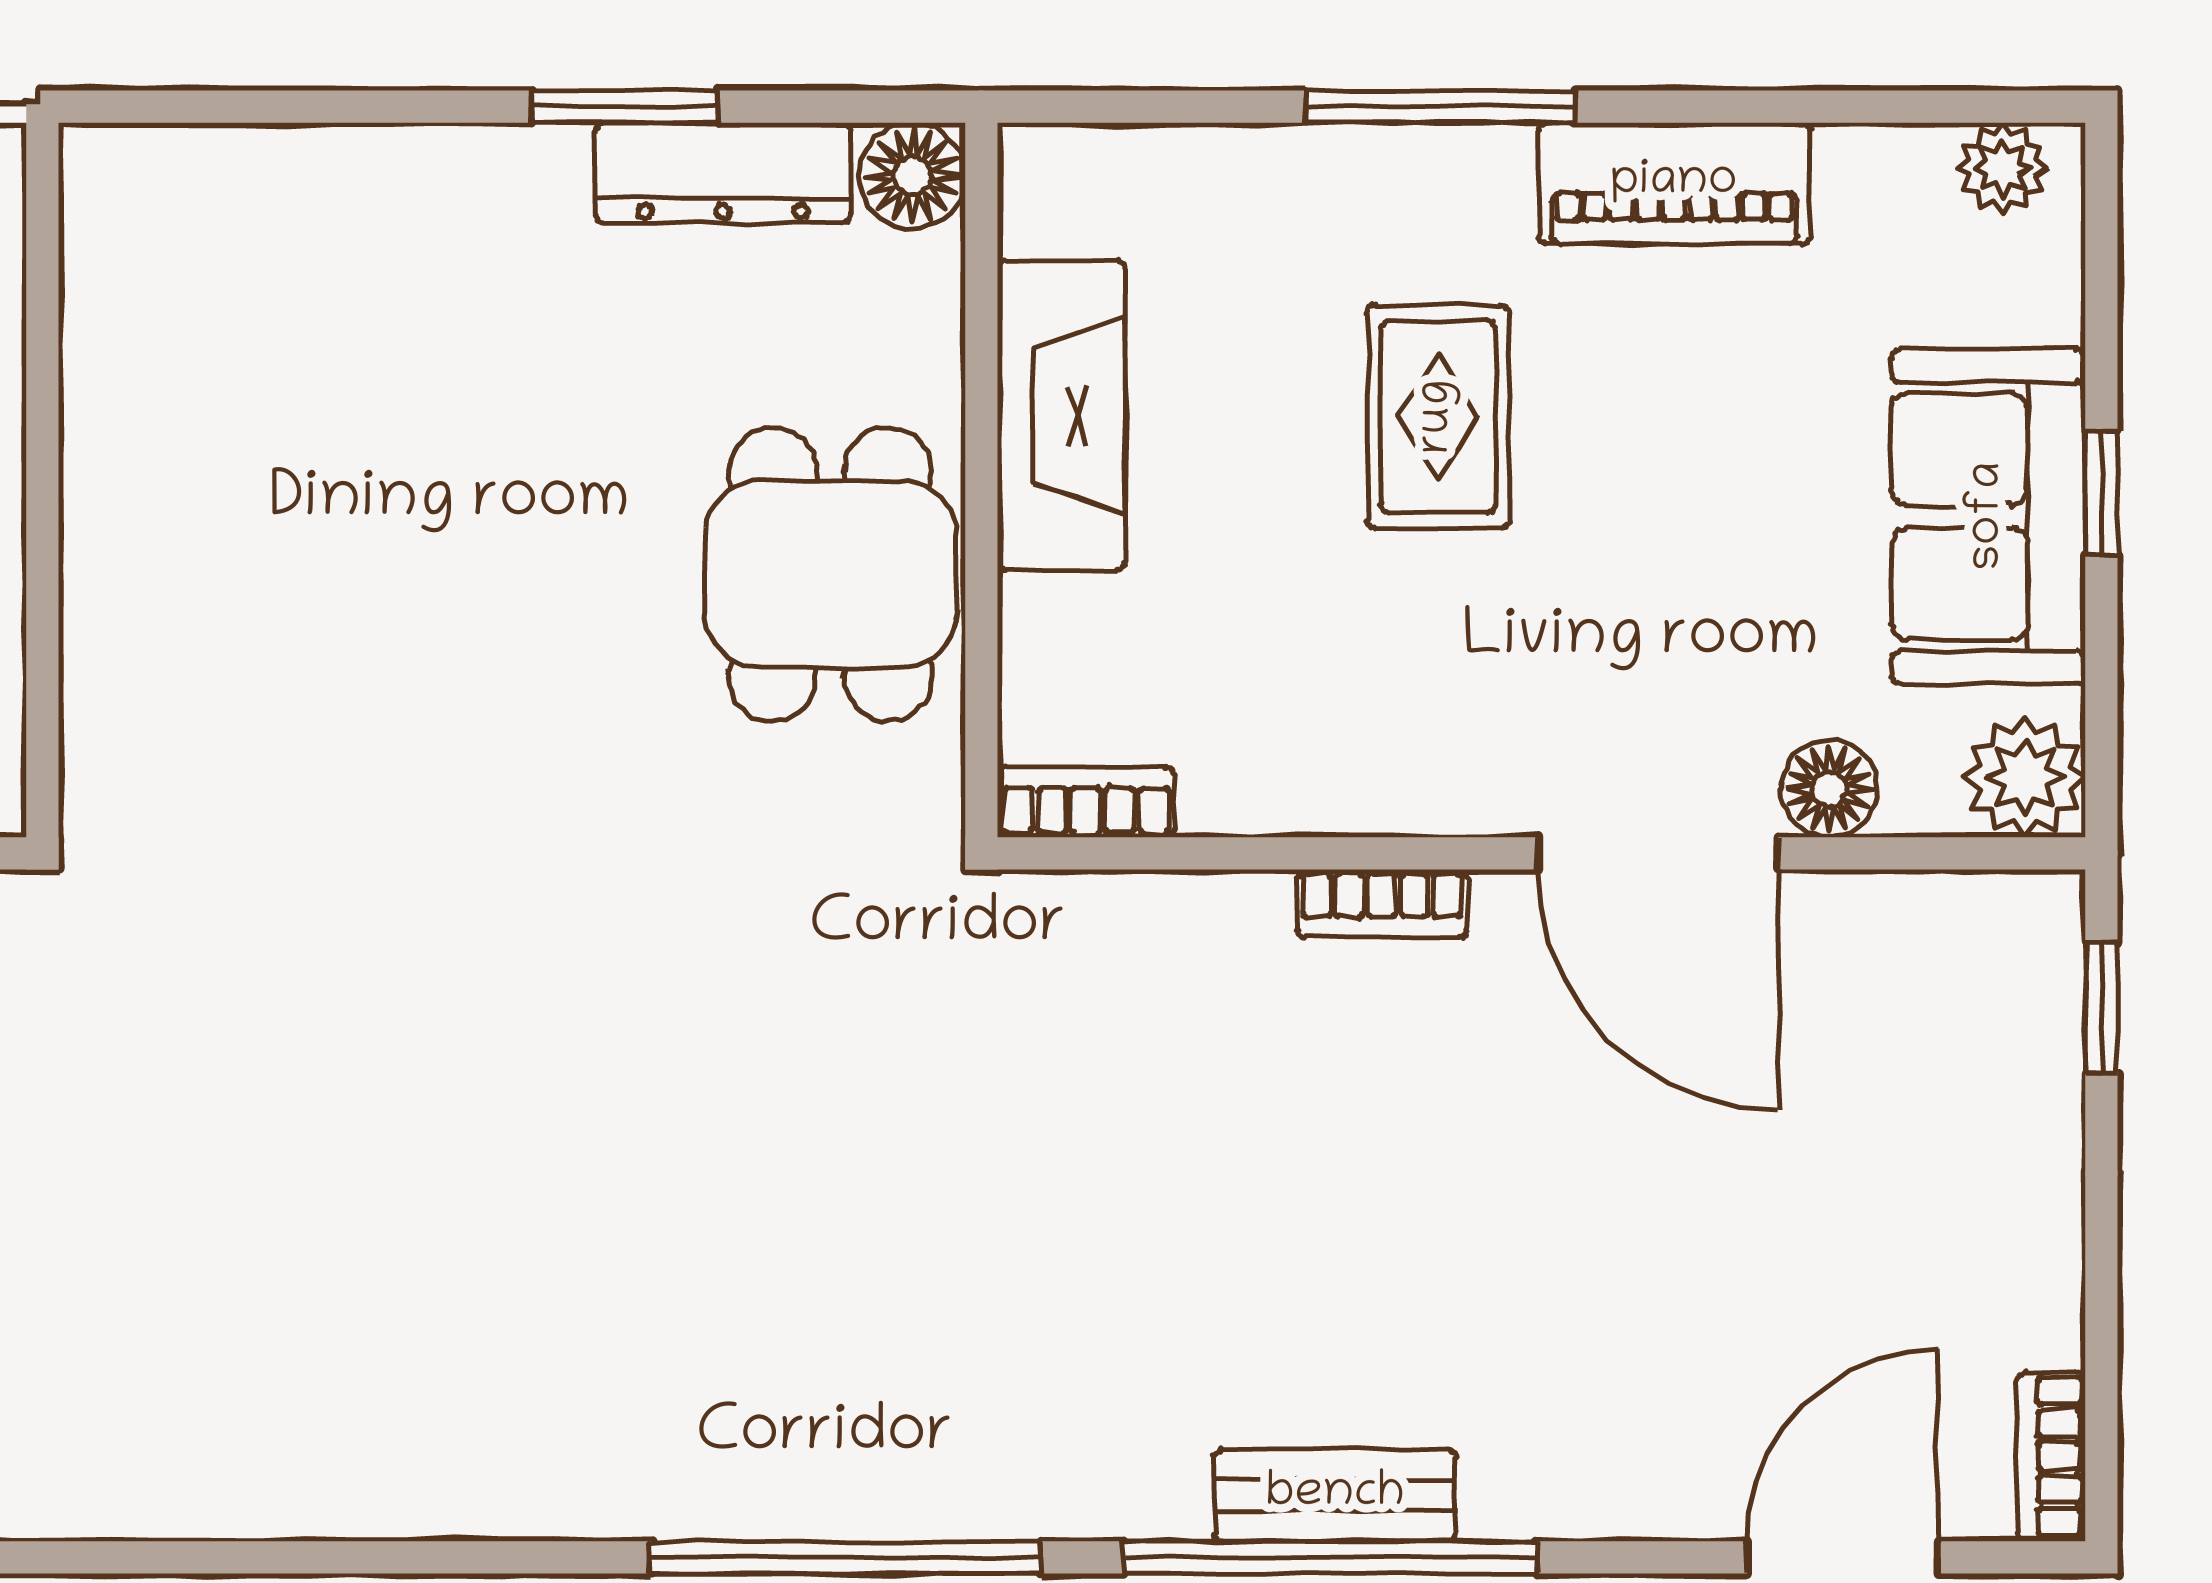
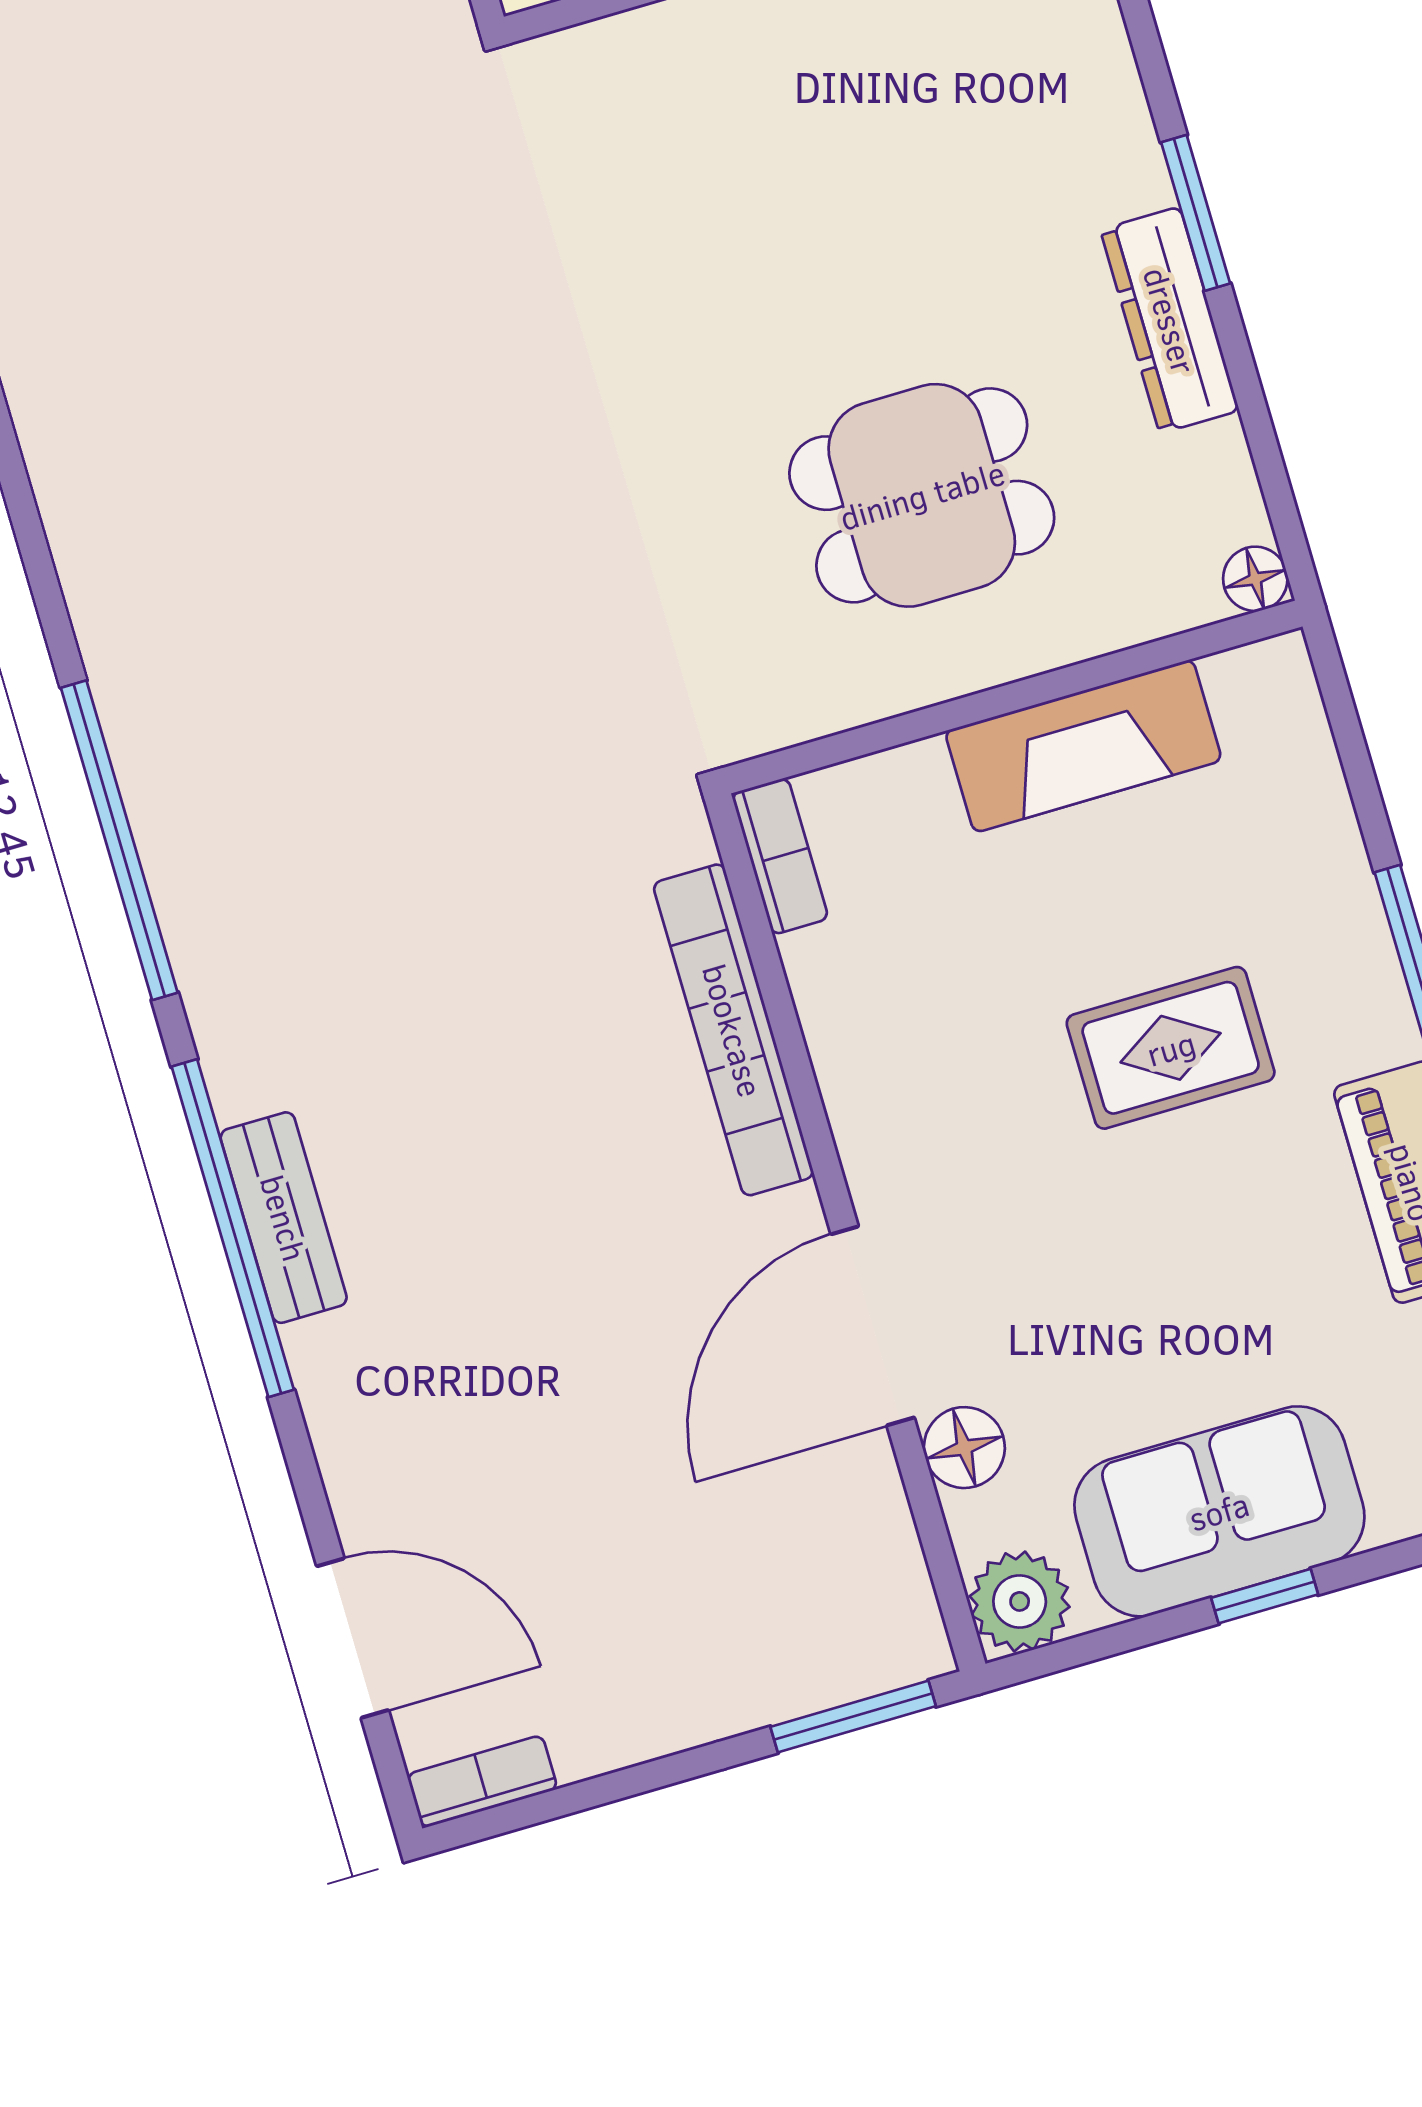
window: (625, 107) -> (1196, 213), moved
dresser: (723, 173) -> (1170, 320), moved
floor lamp: (912, 176) -> (1255, 579), width x0.73, depth x0.73
dining table: (830, 574) -> (922, 495), moved
bookcase: (1382, 903) -> (733, 1030), width x2.31, depth x1.31
window: (2101, 1007) -> (853, 1716), width x1.50

